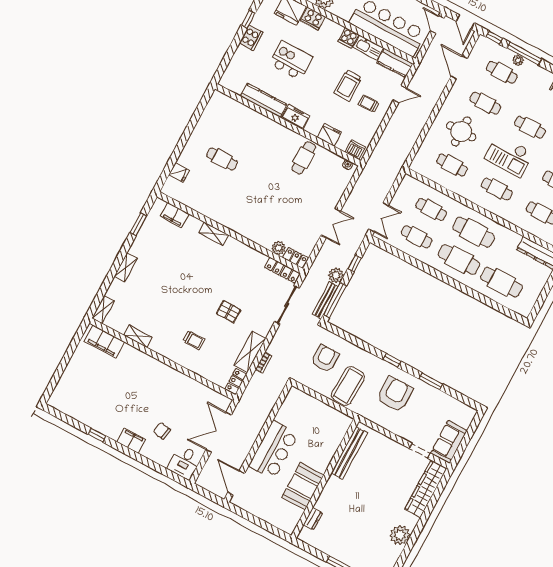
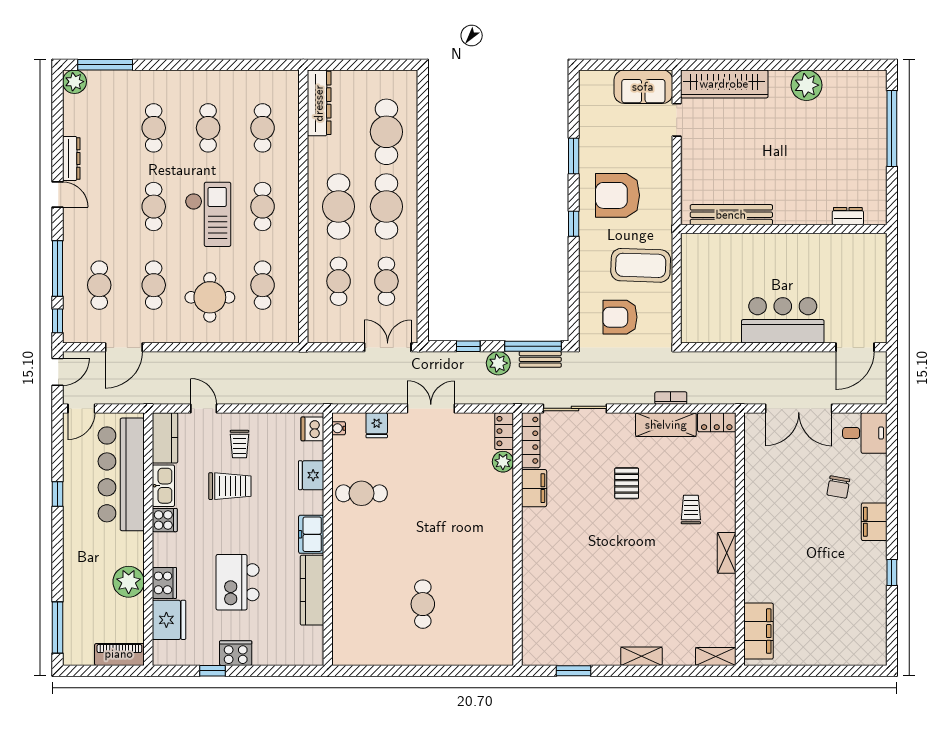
plant: (518, 60) -> (71, 272), removed
fridge: (179, 172) -> (377, 425), moved, turned 180
filing cabinet: (175, 215) -> (534, 488), moved
shelving: (214, 234) -> (531, 561), removed
bench: (325, 300) -> (540, 359), width x0.73
shelving: (138, 336) -> (727, 553), moved
booth: (303, 486) -> (811, 254), removed

